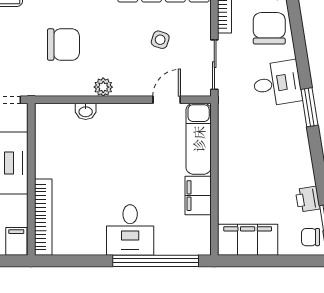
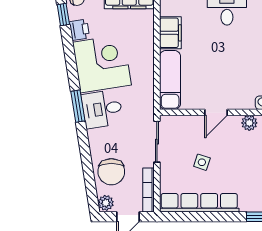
desk: (277, 83) -> (102, 109), moved
door: (167, 100) -> (216, 112), moved
corner desk: (281, 158) -> (102, 64), added

